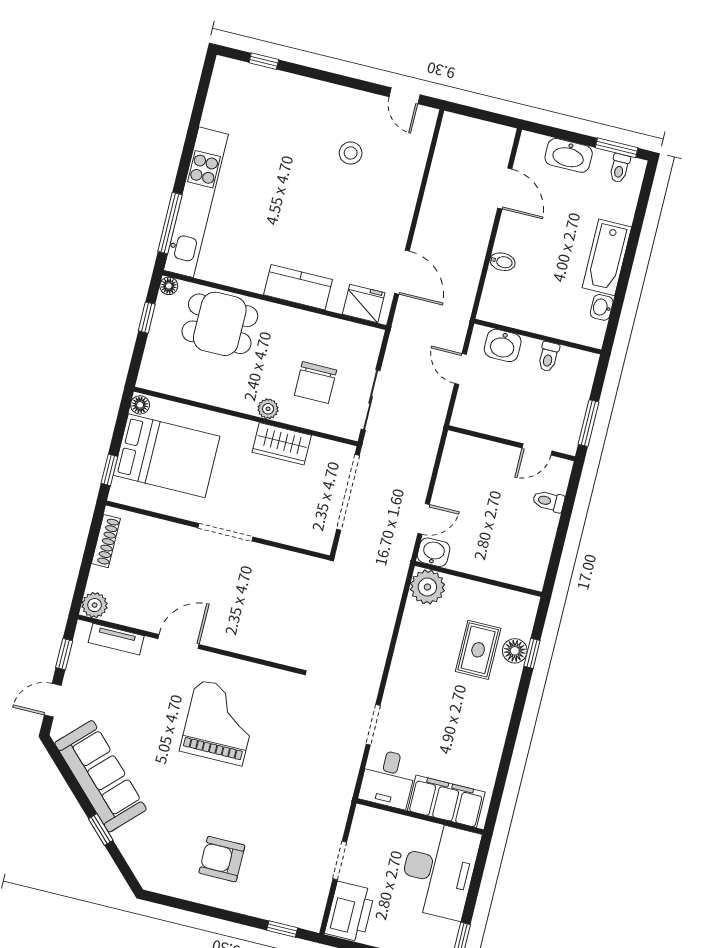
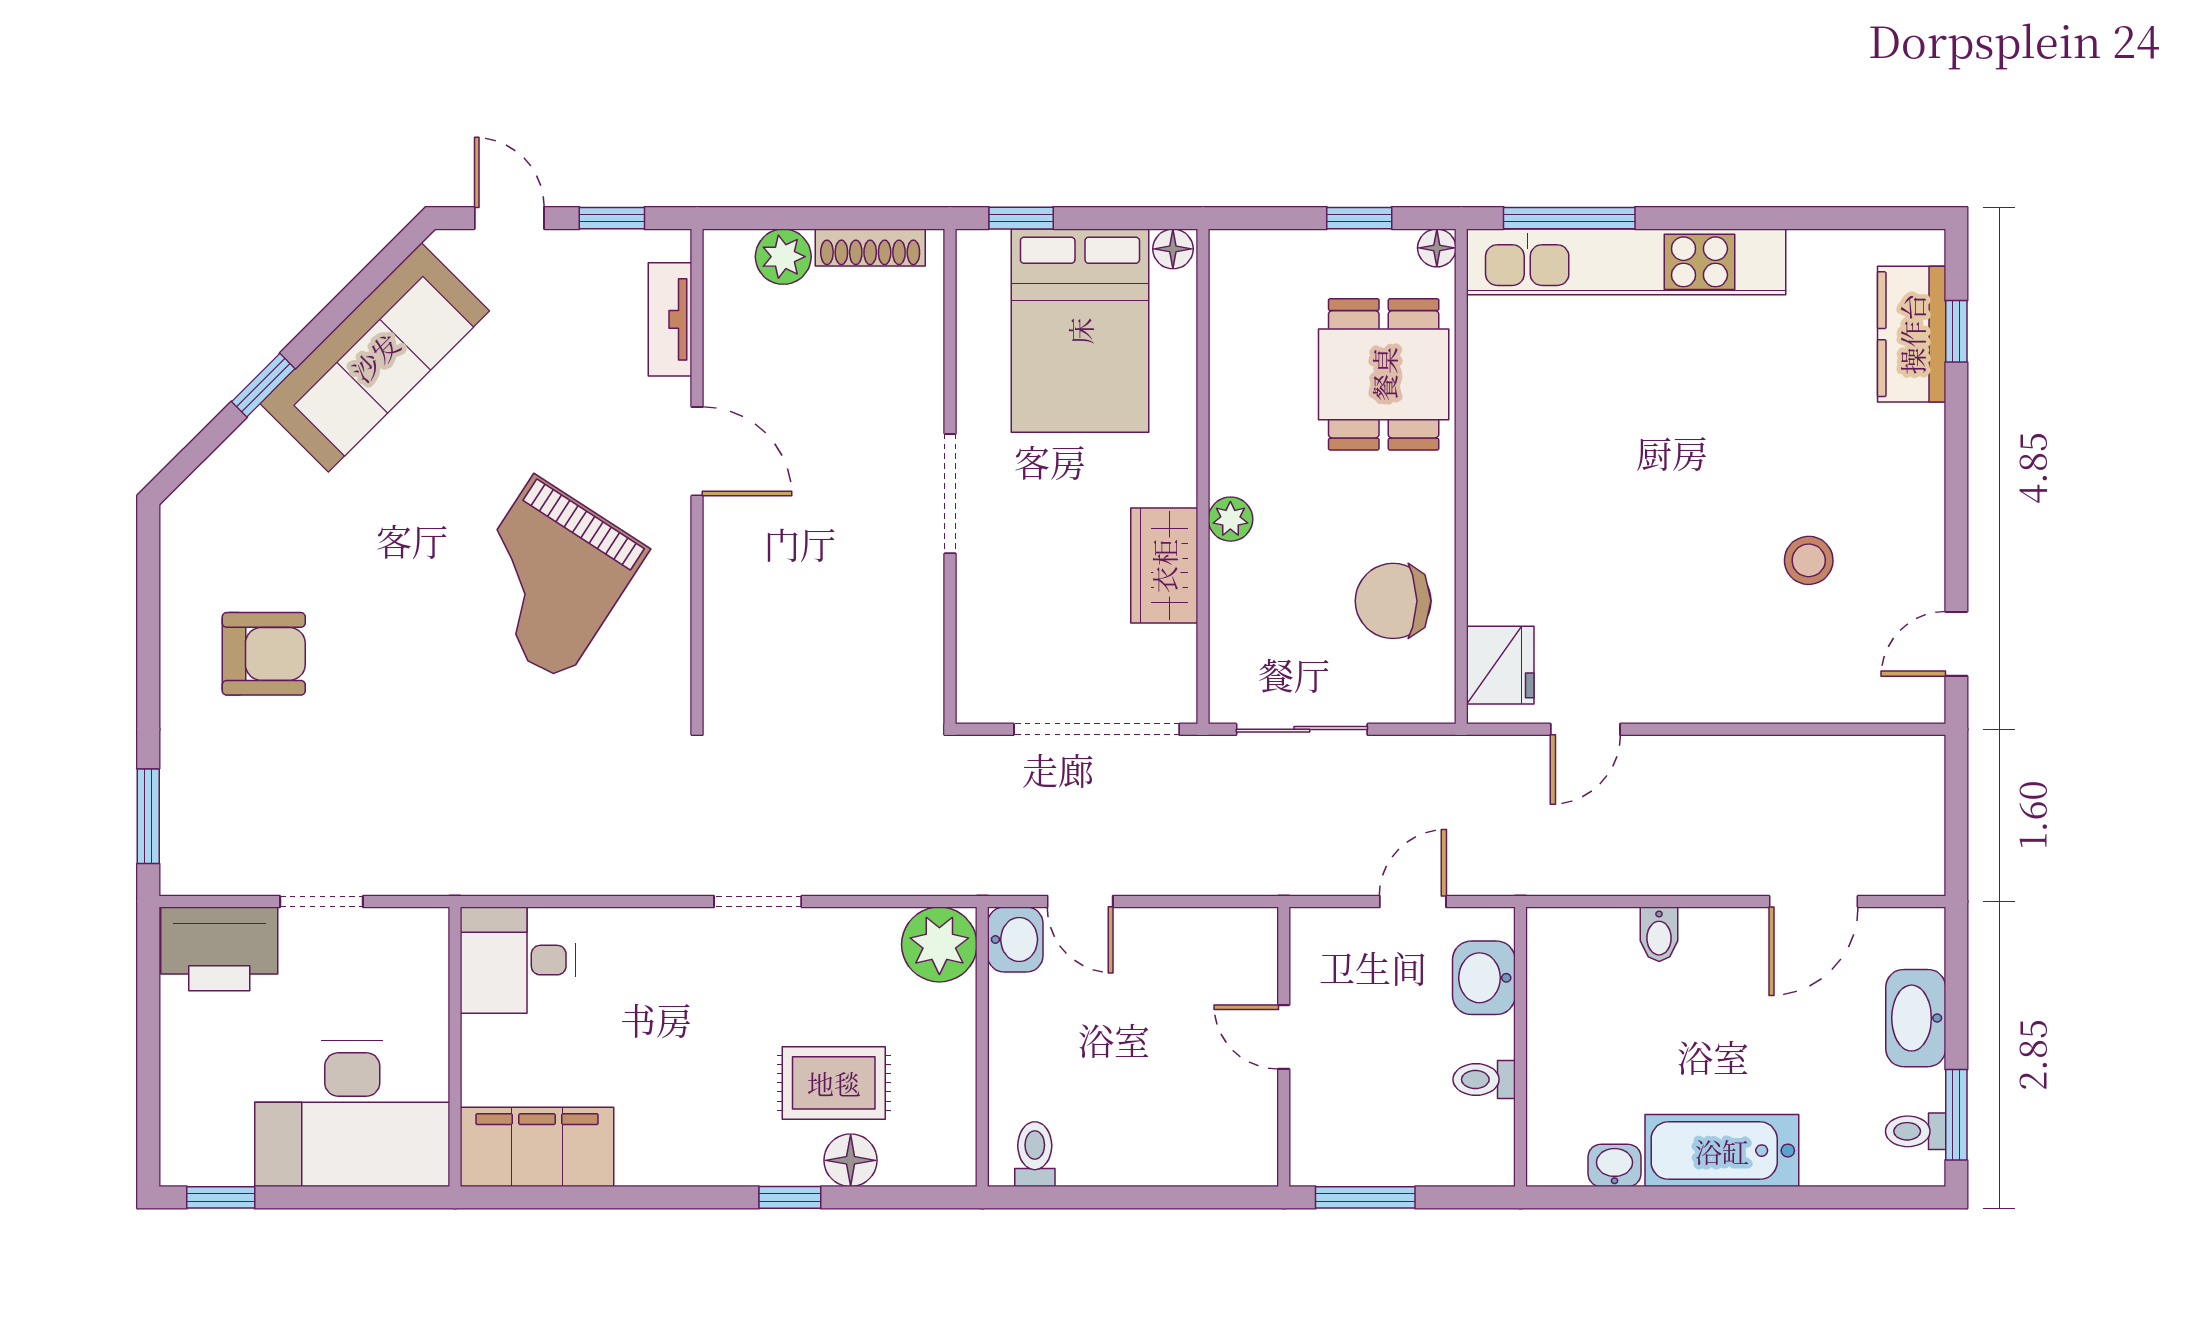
door: (402, 272) -> (1585, 729), width x0.73
kitchen counter: (298, 287) -> (1912, 334), moved, turned 180
chair: (315, 383) -> (1393, 601), moved
door: (537, 449) -> (1284, 1037), moved
toilet: (549, 501) -> (1035, 1154), moved
plant: (95, 605) -> (783, 257), moved
window: (532, 653) -> (790, 1197), moved
grand piano: (219, 722) -> (549, 578), turned 123
doorway: (373, 725) -> (758, 901), moved
filing cabinet: (446, 801) -> (537, 1147), moved, turned -90
armchair: (222, 859) -> (264, 654), turned 90
window: (282, 929) -> (148, 816), width x1.50

